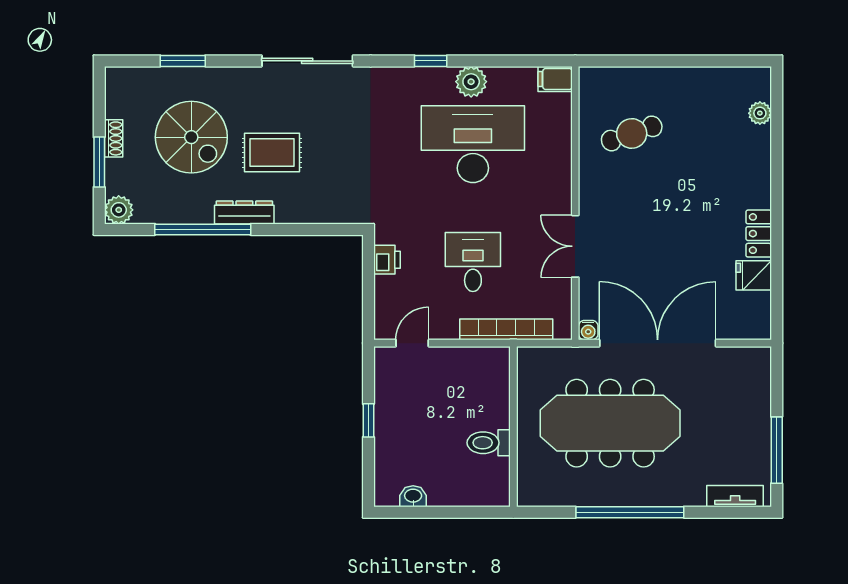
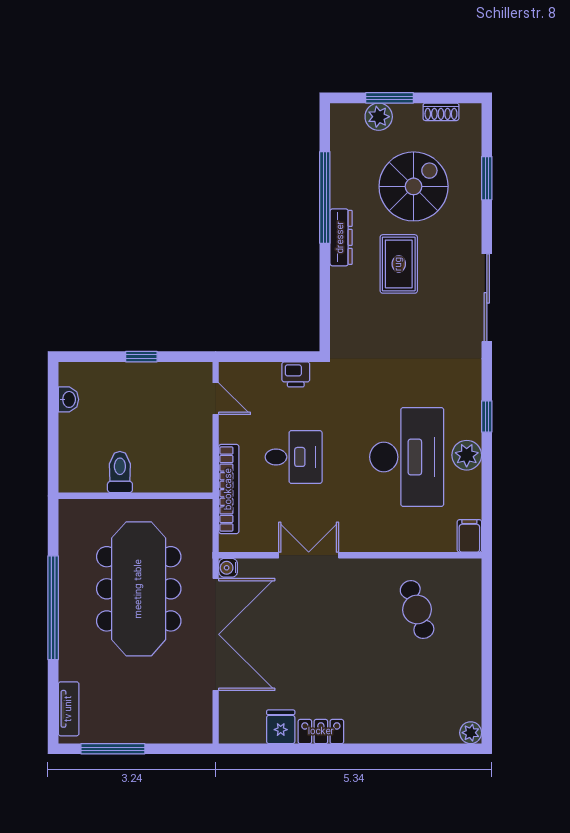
plant: (760, 113) -> (471, 733), moved
spiral stairs: (191, 137) -> (414, 186), turned 180
shoe rack: (114, 138) -> (441, 112), moved
plant: (119, 210) -> (379, 117), moved

